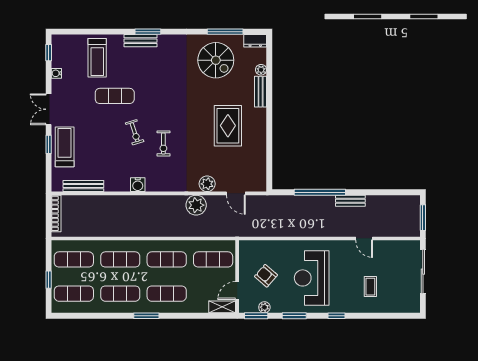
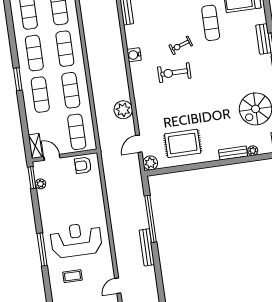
rug: (228, 126) -> (183, 143), moved
exercise bike: (163, 143) -> (174, 73), width x1.38, depth x1.39
plant: (207, 184) -> (150, 163), moved
bench: (350, 201) -> (147, 247), width x1.36
door: (364, 238) -> (118, 286), moved
armchair: (266, 276) -> (83, 165), moved, turned -131
reception desk: (312, 278) -> (76, 240), moved
window: (294, 316) -> (37, 212), removed
window: (337, 316) -> (42, 250), width x2.17

